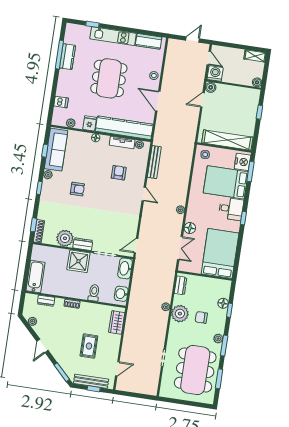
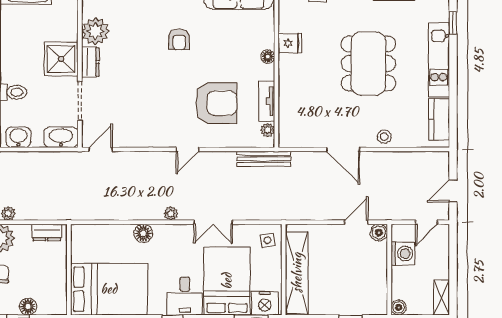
door: (193, 39) -> (453, 191), swing flipped
washing machine: (215, 74) -> (403, 254), moved
dining table: (109, 78) -> (368, 64), turned 90
door: (202, 100) -> (356, 222), hinge flipped
door: (158, 101) -> (343, 149), swing flipped
plant: (71, 123) -> (286, 12), removed
kitchen counter: (124, 128) -> (291, 101), removed
bench: (154, 162) -> (264, 159), moved
armchair: (119, 173) -> (216, 103), width x1.88, depth x1.88
door: (136, 246) -> (101, 149), hinge flipped
double door: (180, 248) -> (213, 222), moved

